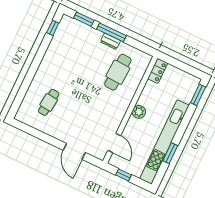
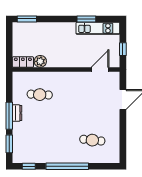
window: (35, 66) -> (67, 166), added
cafe table: (118, 72) -> (40, 95), width x0.73, depth x0.74
plant: (139, 112) -> (40, 61), moved
kitchen unit: (164, 142) -> (98, 28), width x0.54

